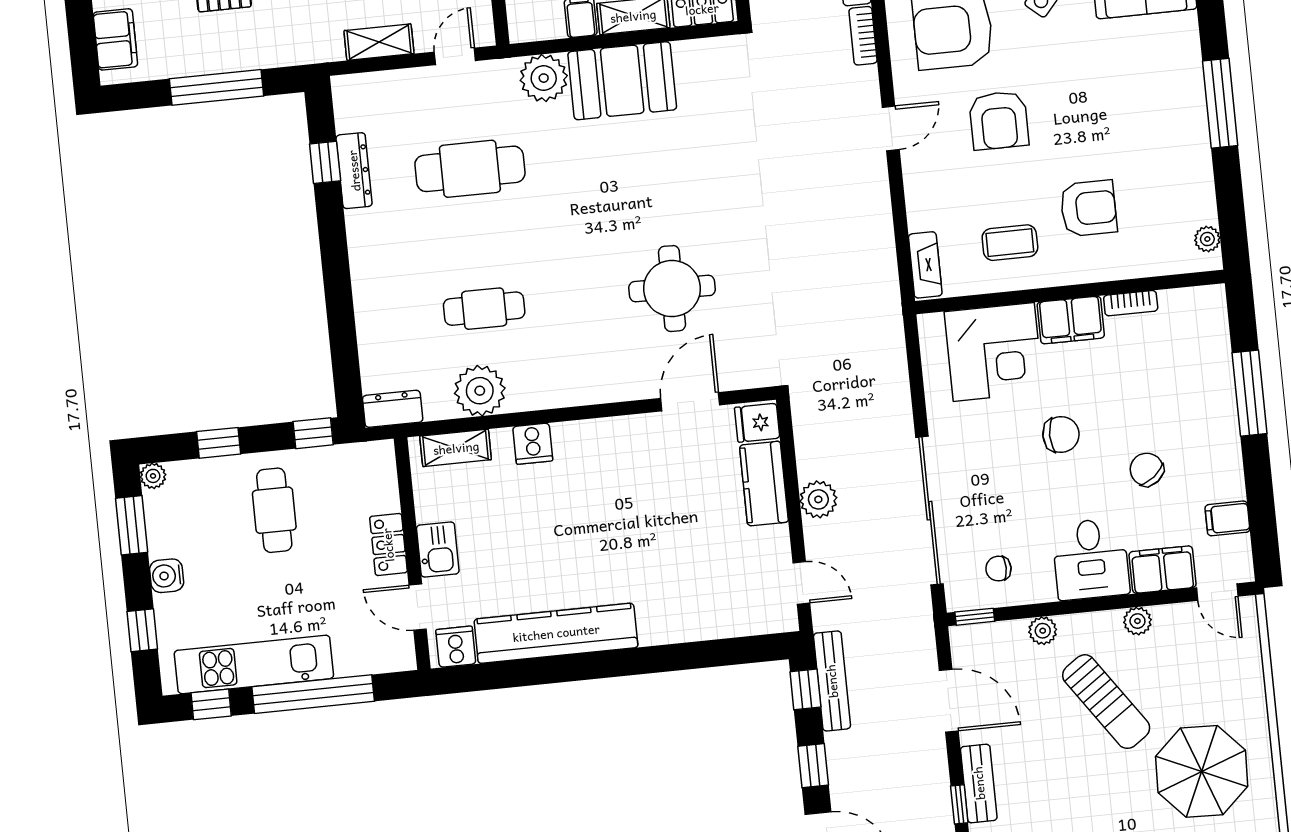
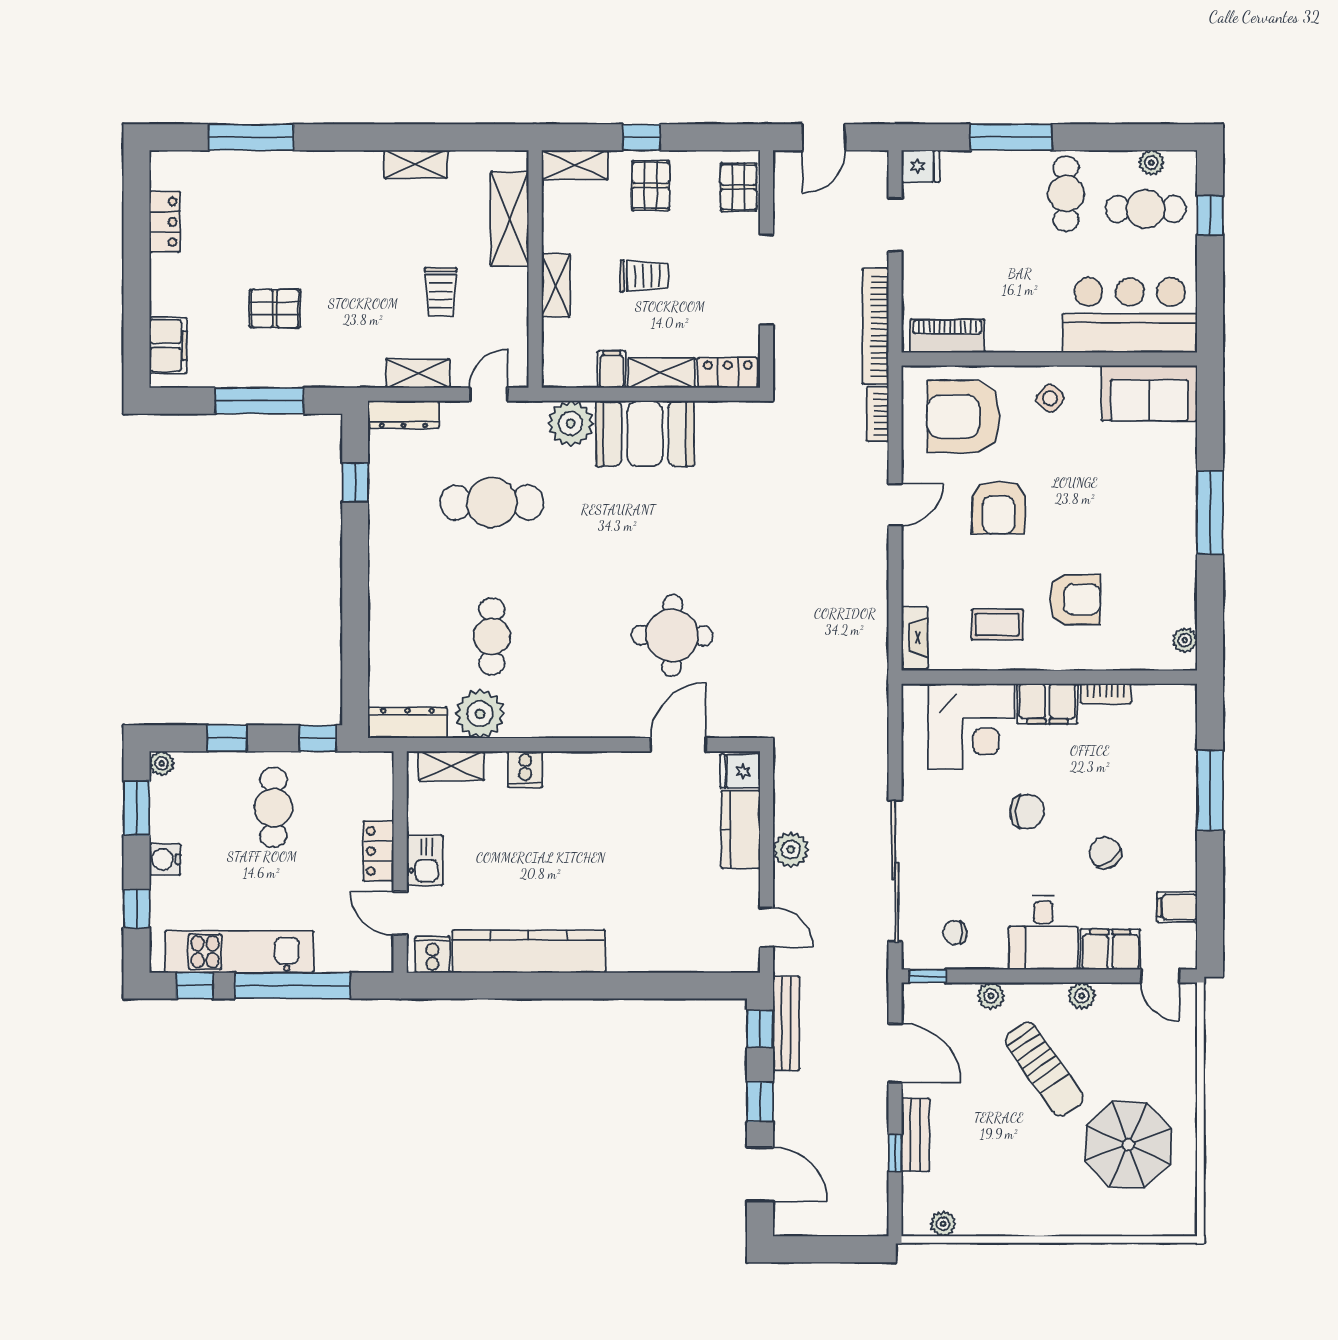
dresser: (354, 171) -> (403, 415), moved, turned 90
cafe table: (484, 309) -> (492, 636), turned 90
dresser: (393, 409) -> (407, 723), width x1.44

